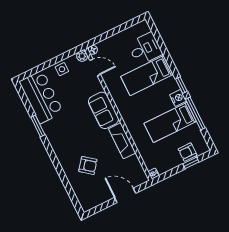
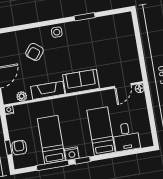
plant: (82, 56) -> (22, 96), moved
side table: (62, 69) -> (57, 32), moved
bar counter: (41, 97) -> (111, 28), removed

